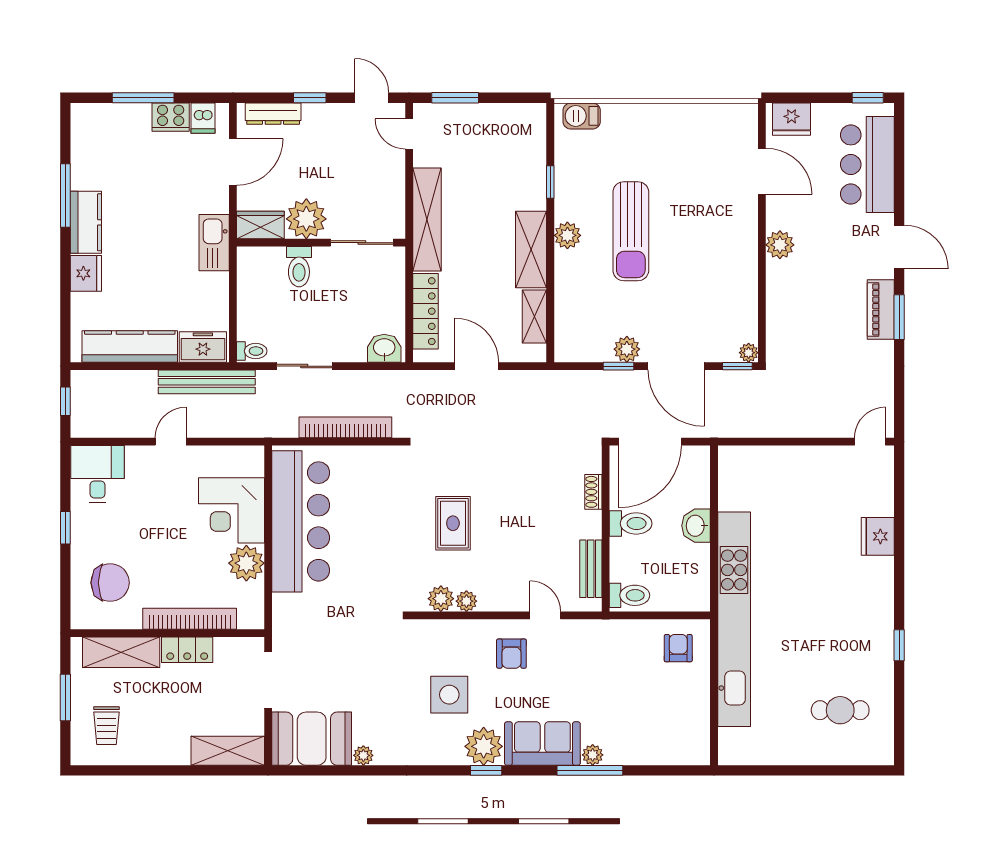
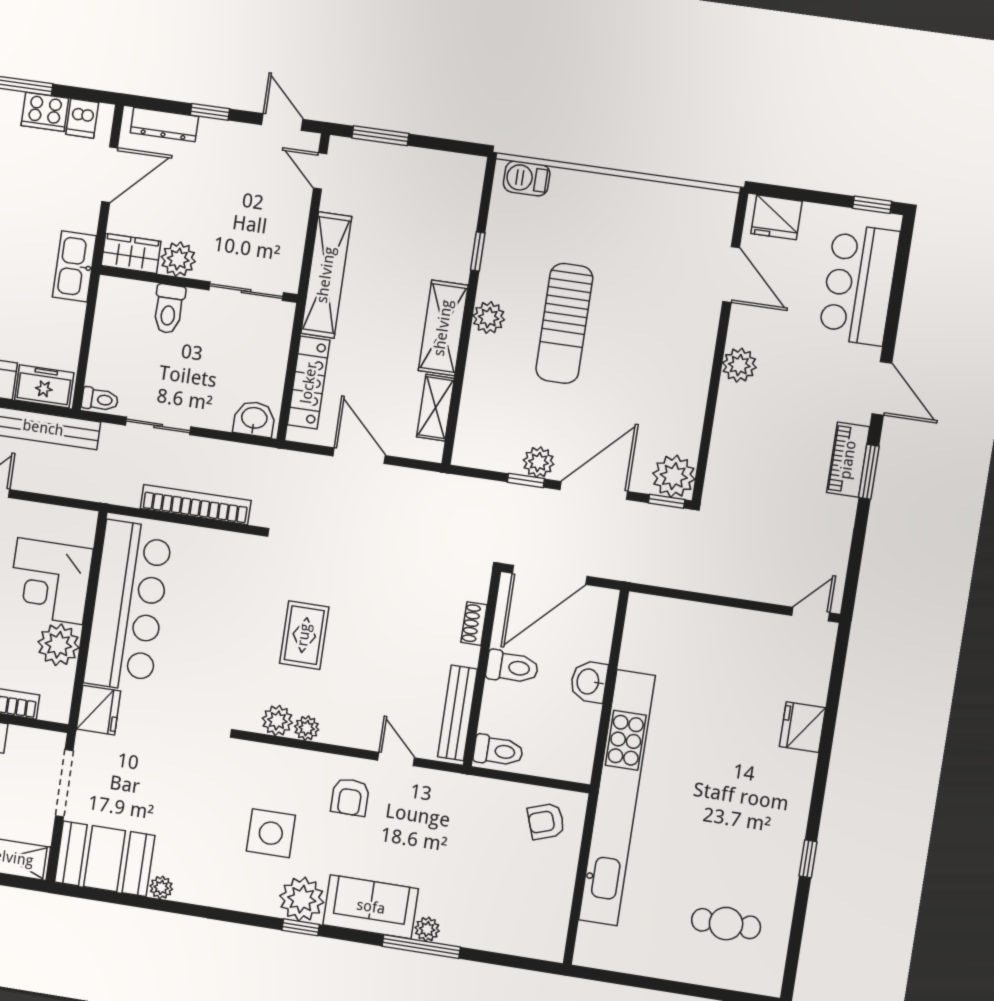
plant: (306, 219) -> (178, 259), width x0.73, depth x0.73
plant: (749, 353) -> (674, 476), width x1.88, depth x1.88
door: (676, 366) -> (594, 491), swing flipped
bench: (591, 569) -> (457, 713), width x1.36
fridge: (288, 613) -> (99, 710), added
armchair: (678, 648) -> (546, 821), turned -109

